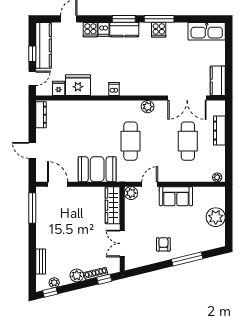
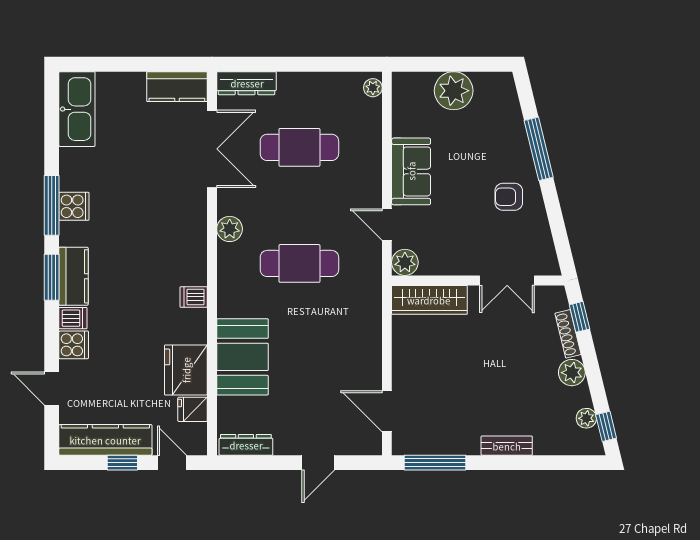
dresser: (219, 131) -> (247, 83), moved
booth: (97, 169) -> (243, 357), moved
door: (58, 184) -> (387, 411), hinge flipped
bench: (41, 262) -> (507, 446), moved

